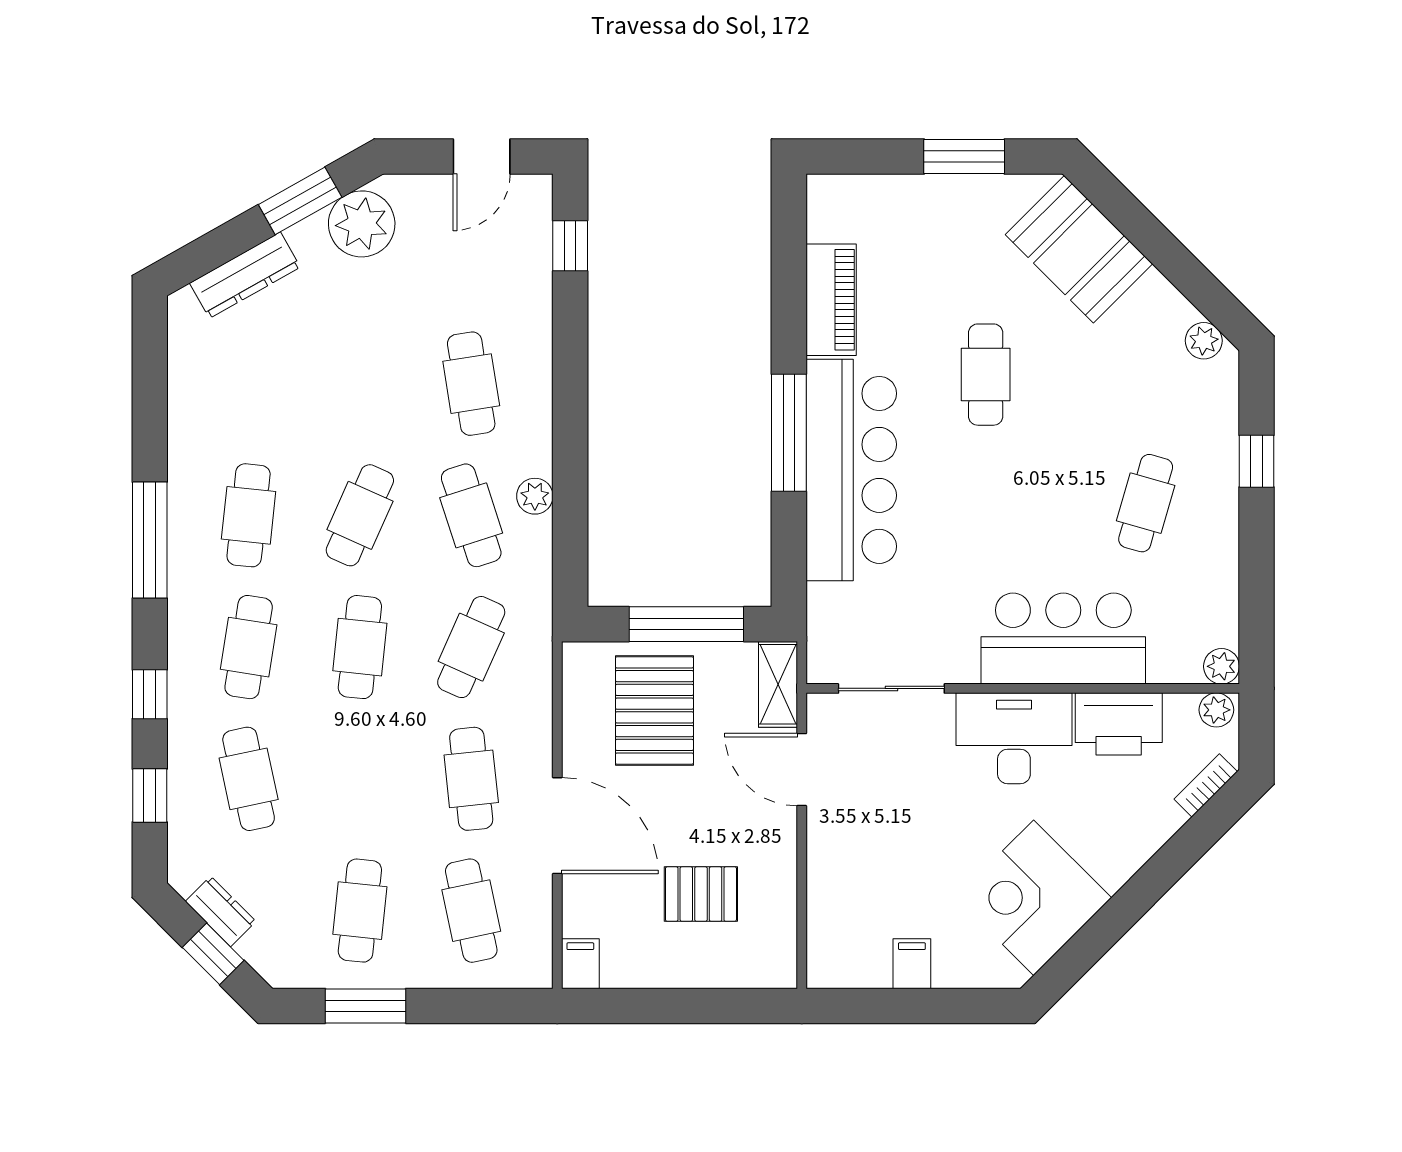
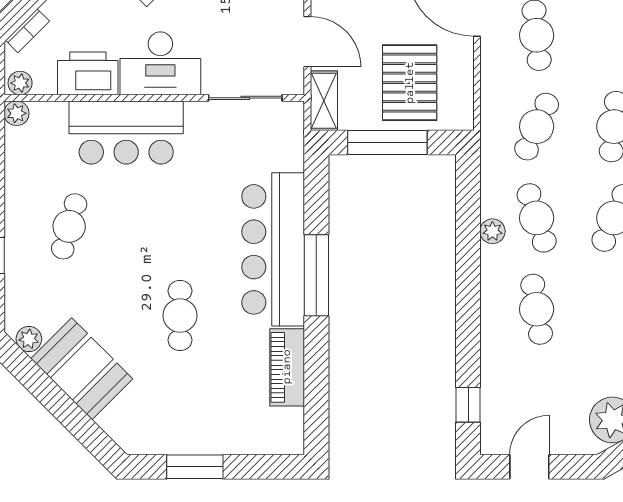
booth: (1079, 249) -> (82, 369), moved

